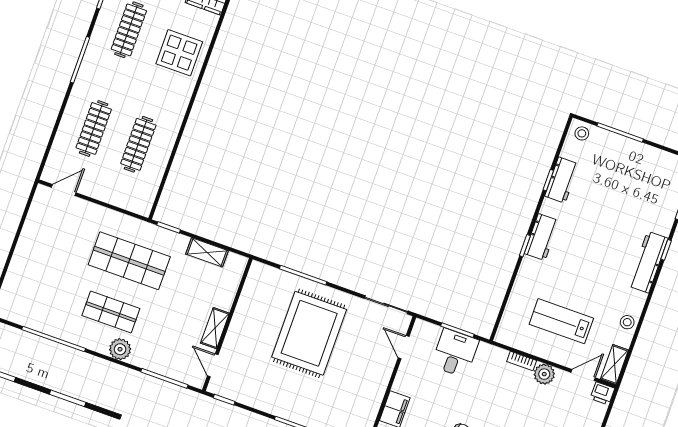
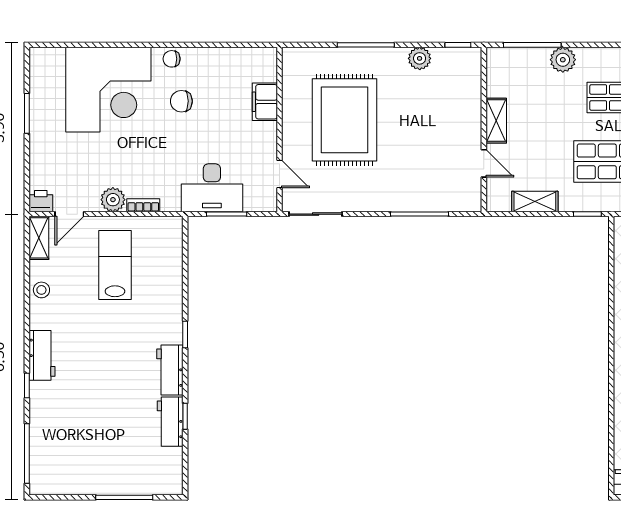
stool: (582, 133) -> (166, 481), removed
workbench: (542, 237) -> (170, 370), moved
workbench: (648, 262) -> (42, 355), width x0.73
lab bench: (561, 321) -> (115, 265), turned -90
rug: (309, 333) -> (345, 120), moved
plant: (120, 349) -> (563, 60), moved
desk: (455, 353) -> (212, 188), width x1.37
door: (213, 365) -> (484, 163), moved
plant: (259, 400) -> (420, 58), added

